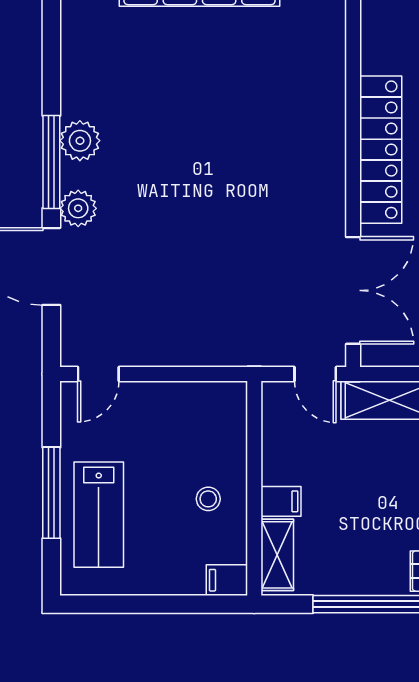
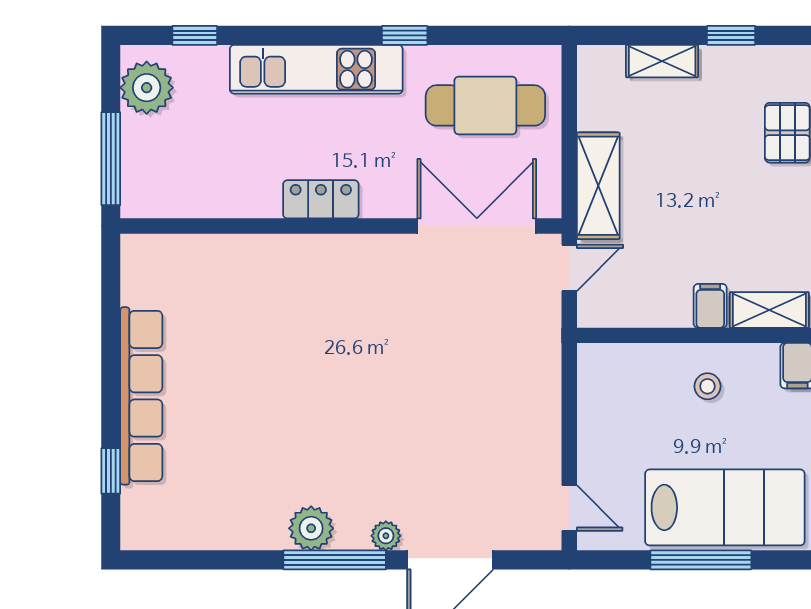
locker: (381, 150) -> (321, 199), width x0.46, depth x0.83
plant: (78, 208) -> (386, 536), width x0.73, depth x0.73
lab bench: (99, 515) -> (725, 507), width x1.36, depth x1.39

